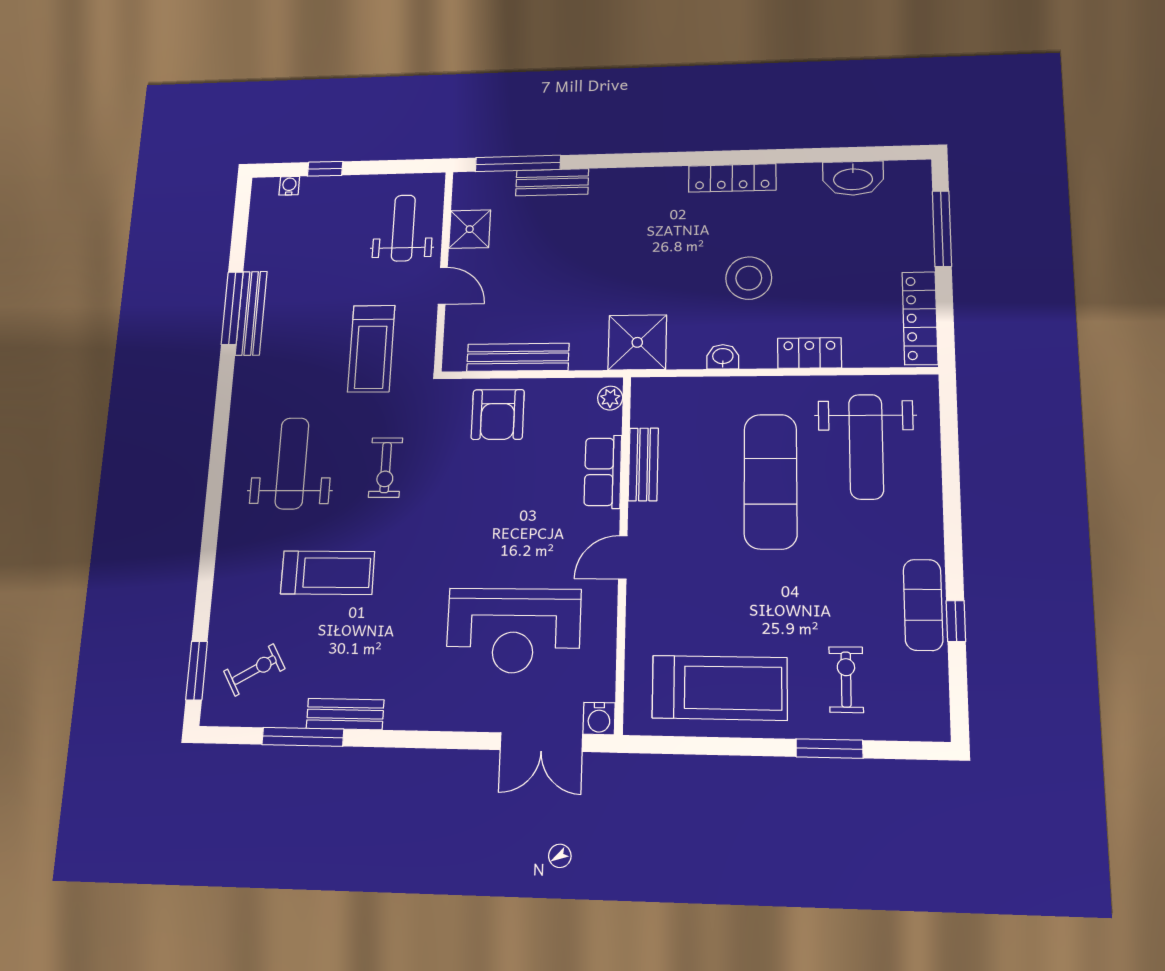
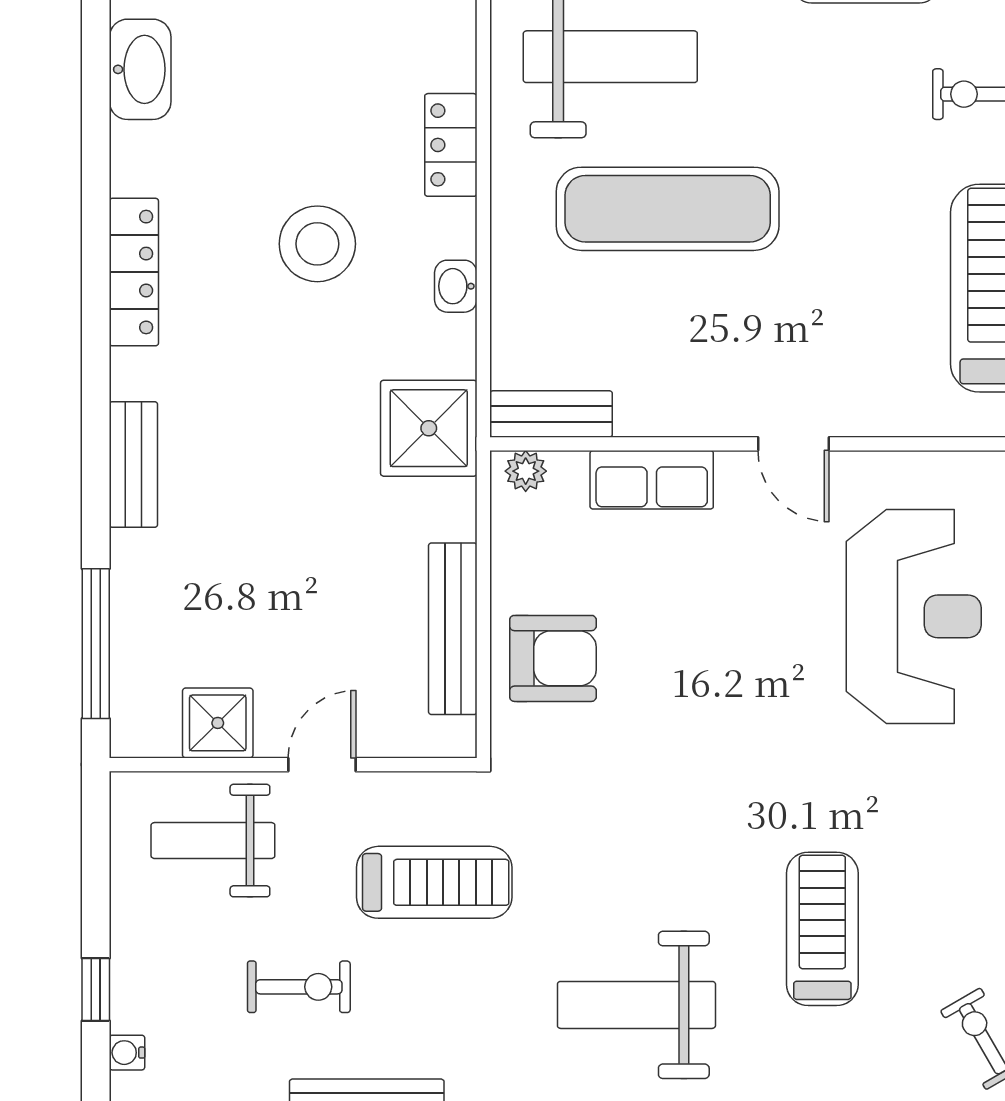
bench: (552, 182) -> (133, 465), moved
bench: (643, 464) -> (551, 414), moved
exercise bike: (386, 468) -> (299, 987), moved

